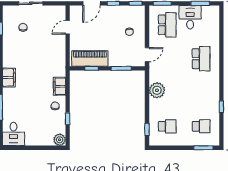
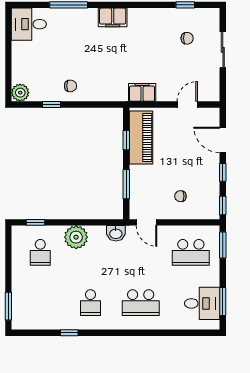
desk: (190, 17) -> (202, 303), moved
door: (68, 27) -> (187, 104), hinge flipped
washbasin: (154, 75) -> (116, 233), added
filing cabinet: (59, 86) -> (142, 92), moved
plant: (157, 90) -> (76, 237), moved
school desk: (201, 126) -> (90, 303), moved

